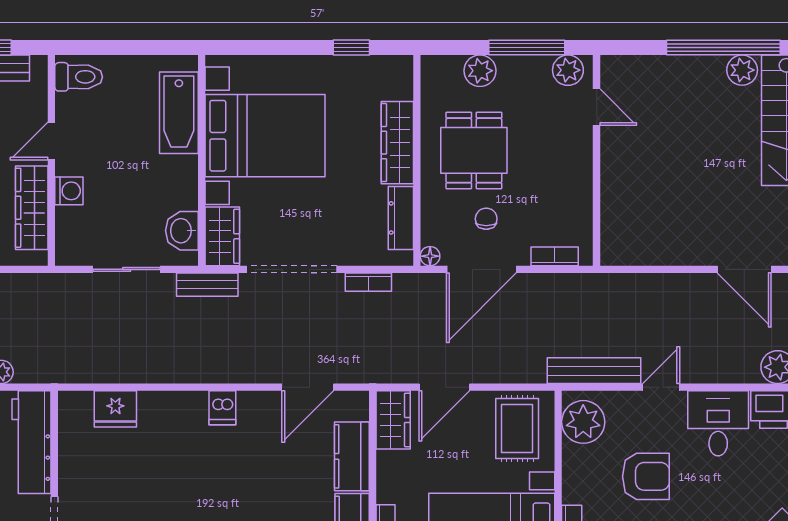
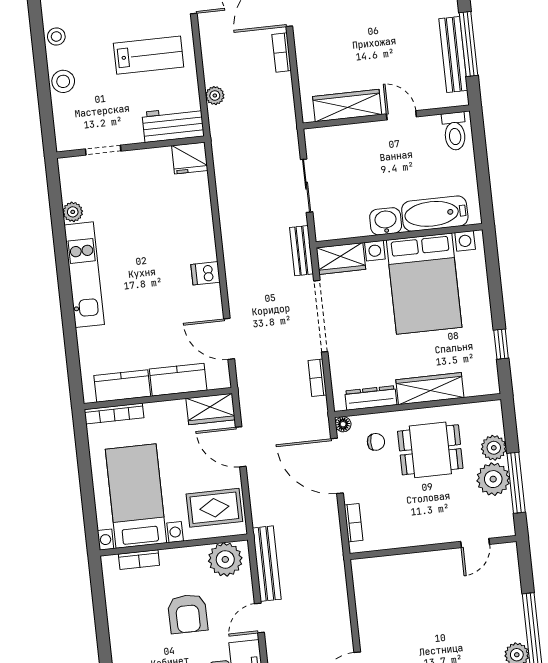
plant: (568, 70) -> (493, 479), moved, width x1.36, depth x1.36
washing machine: (69, 191) -> (364, 133), removed
chair: (486, 219) -> (376, 442), moved
washbasin: (182, 231) -> (386, 221), moved
door: (661, 387) -> (259, 618), swing flipped
fridge: (115, 409) -> (190, 158), moved, turned -90
workbench: (32, 442) -> (173, 124), width x0.73

